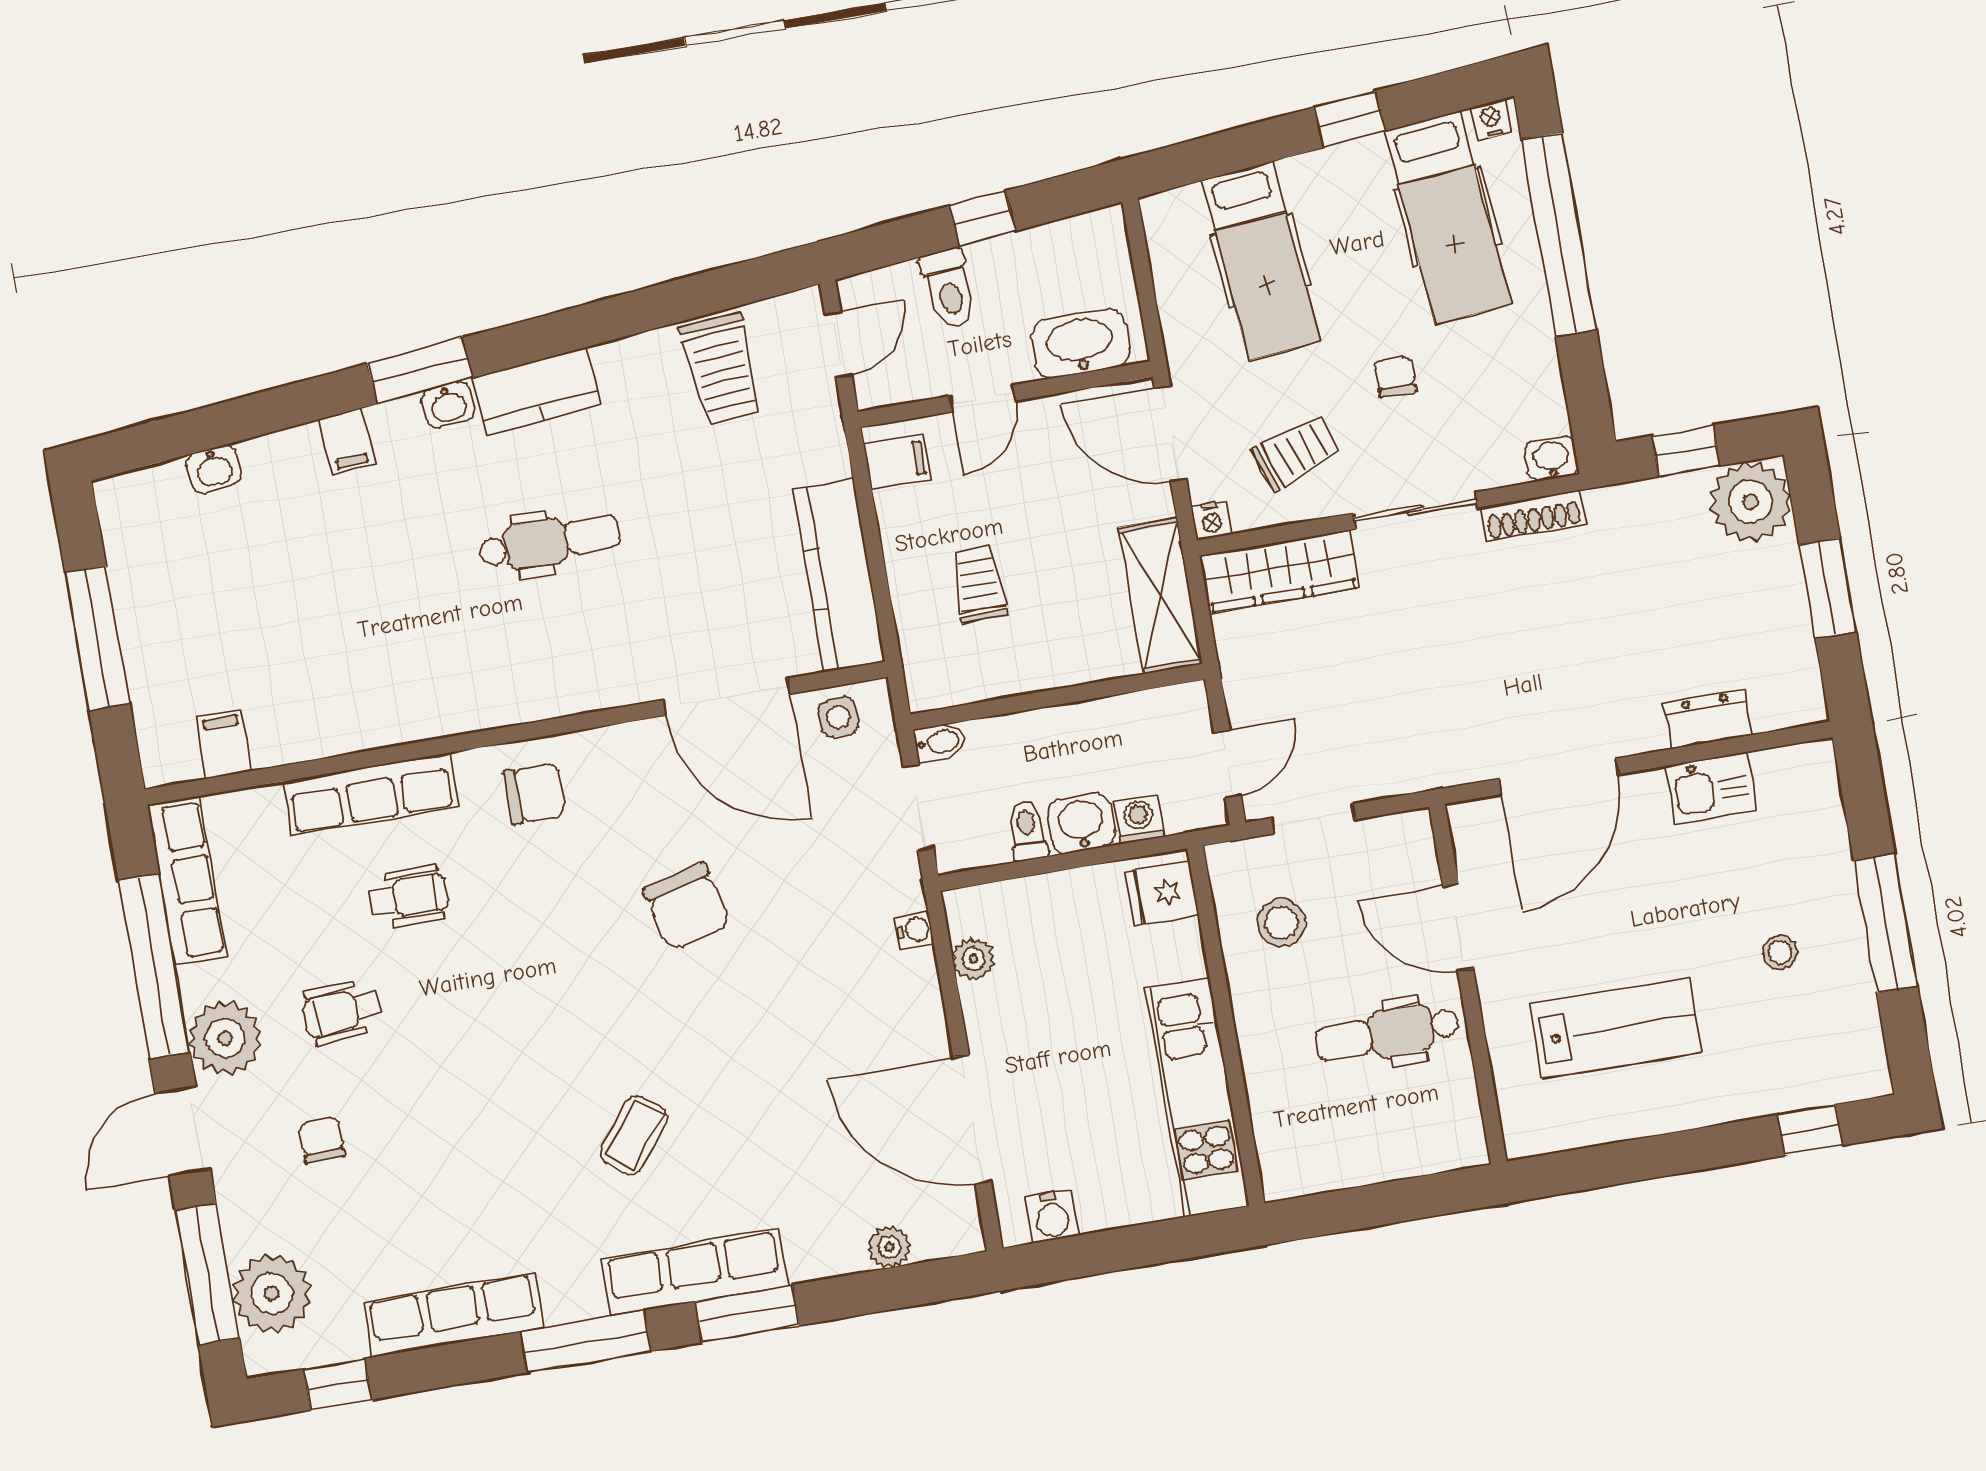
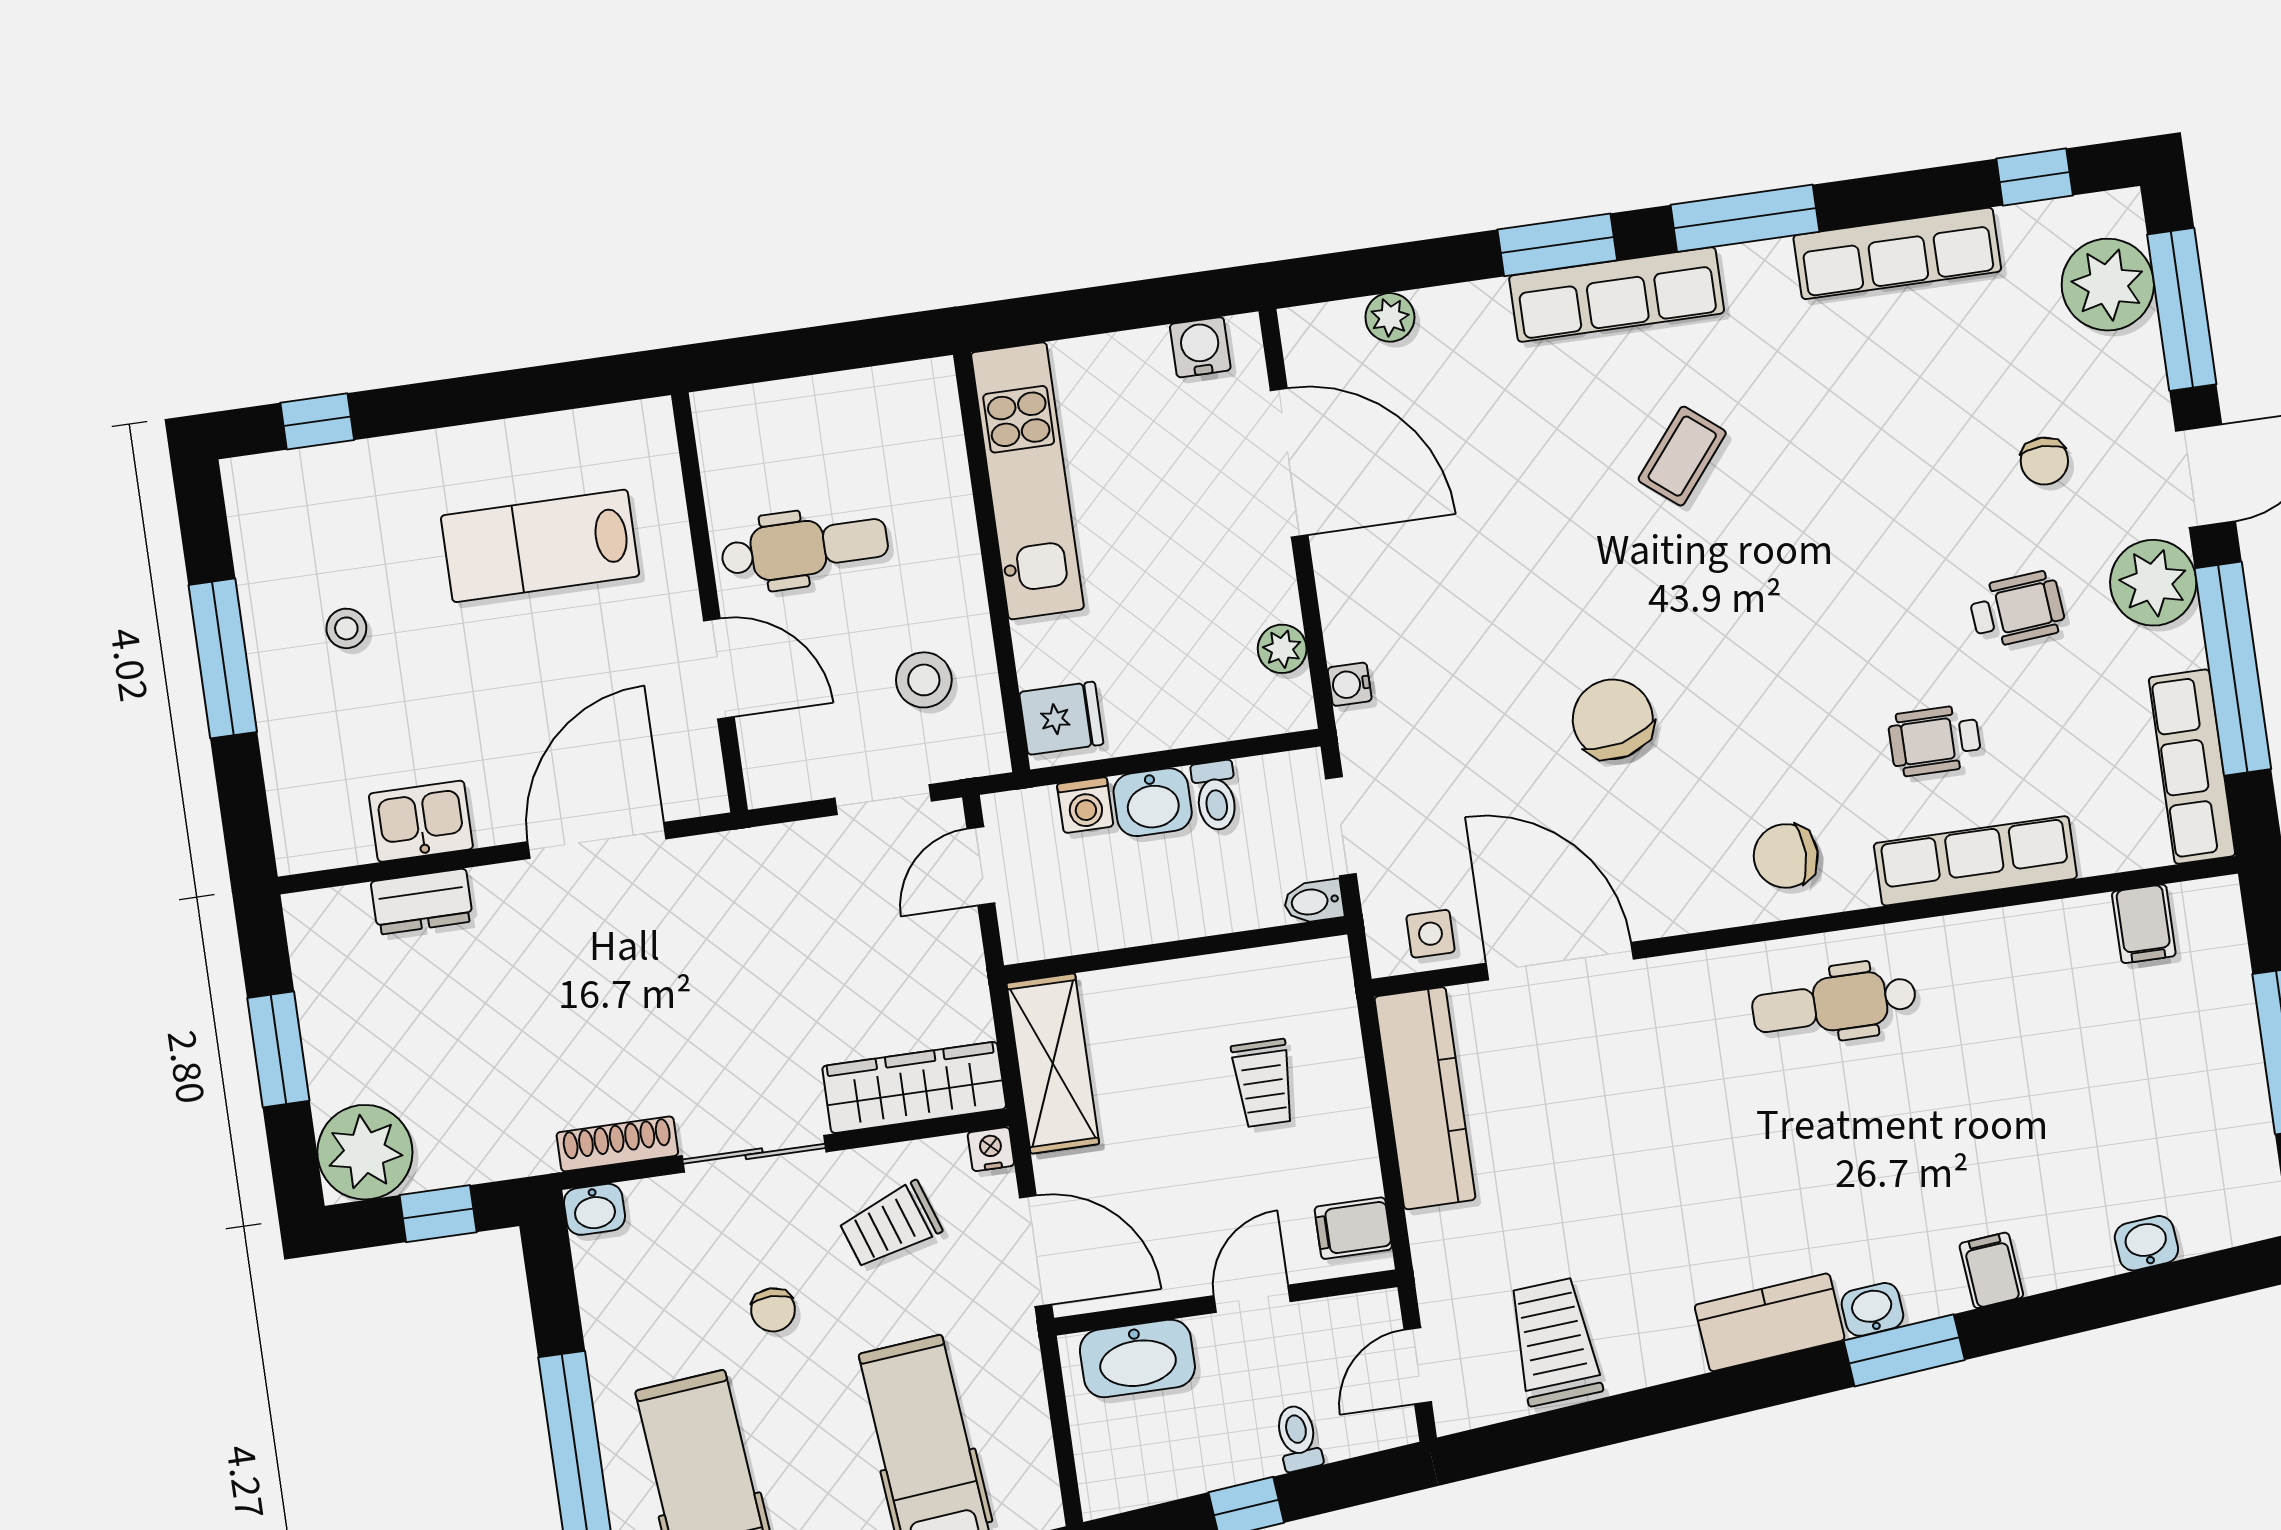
toilet: (948, 288) -> (1298, 1438), width x0.73, depth x0.72
dental chair: (550, 542) -> (1834, 1004), moved

